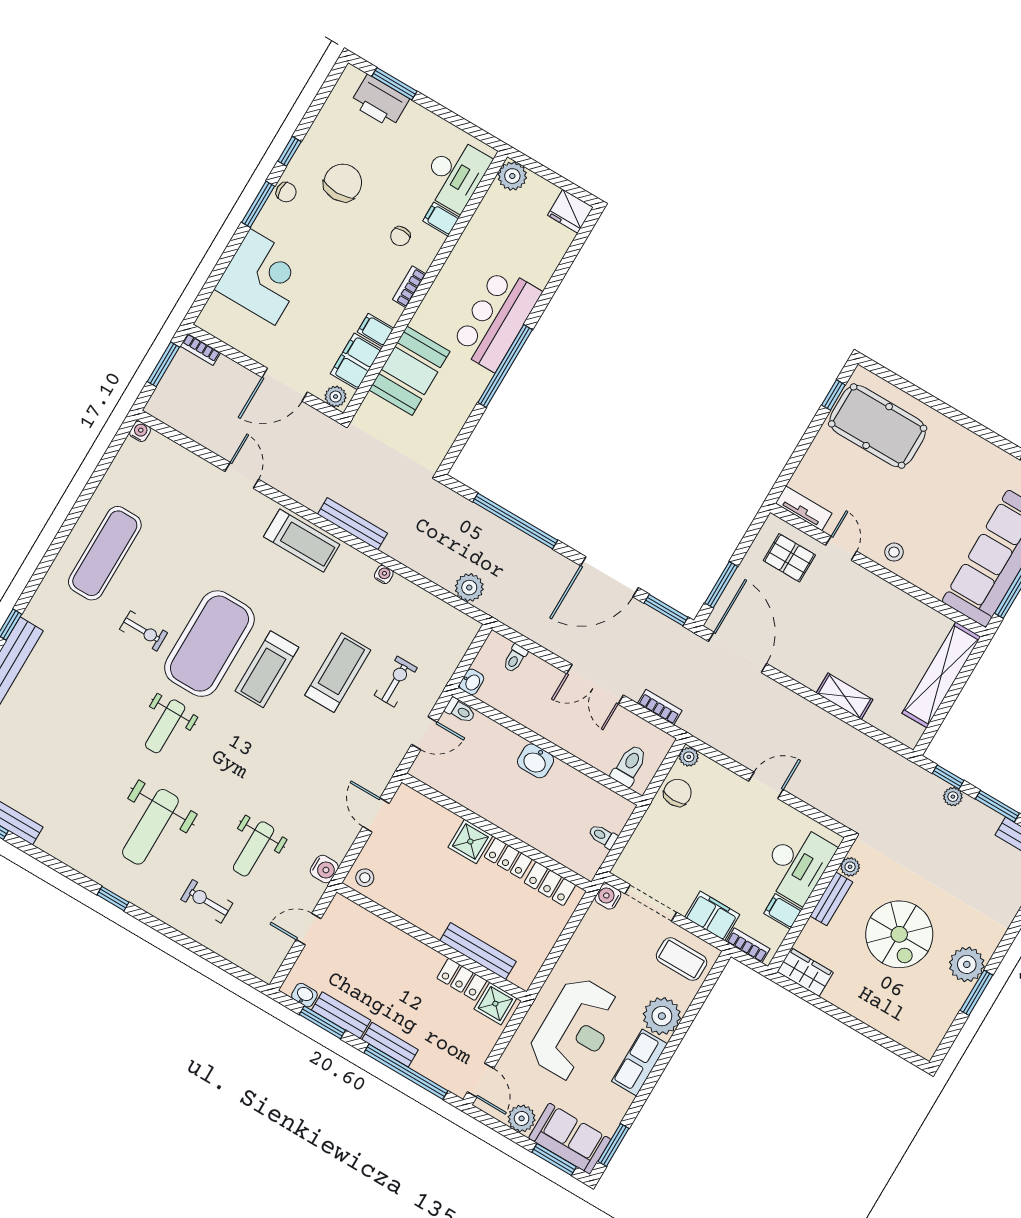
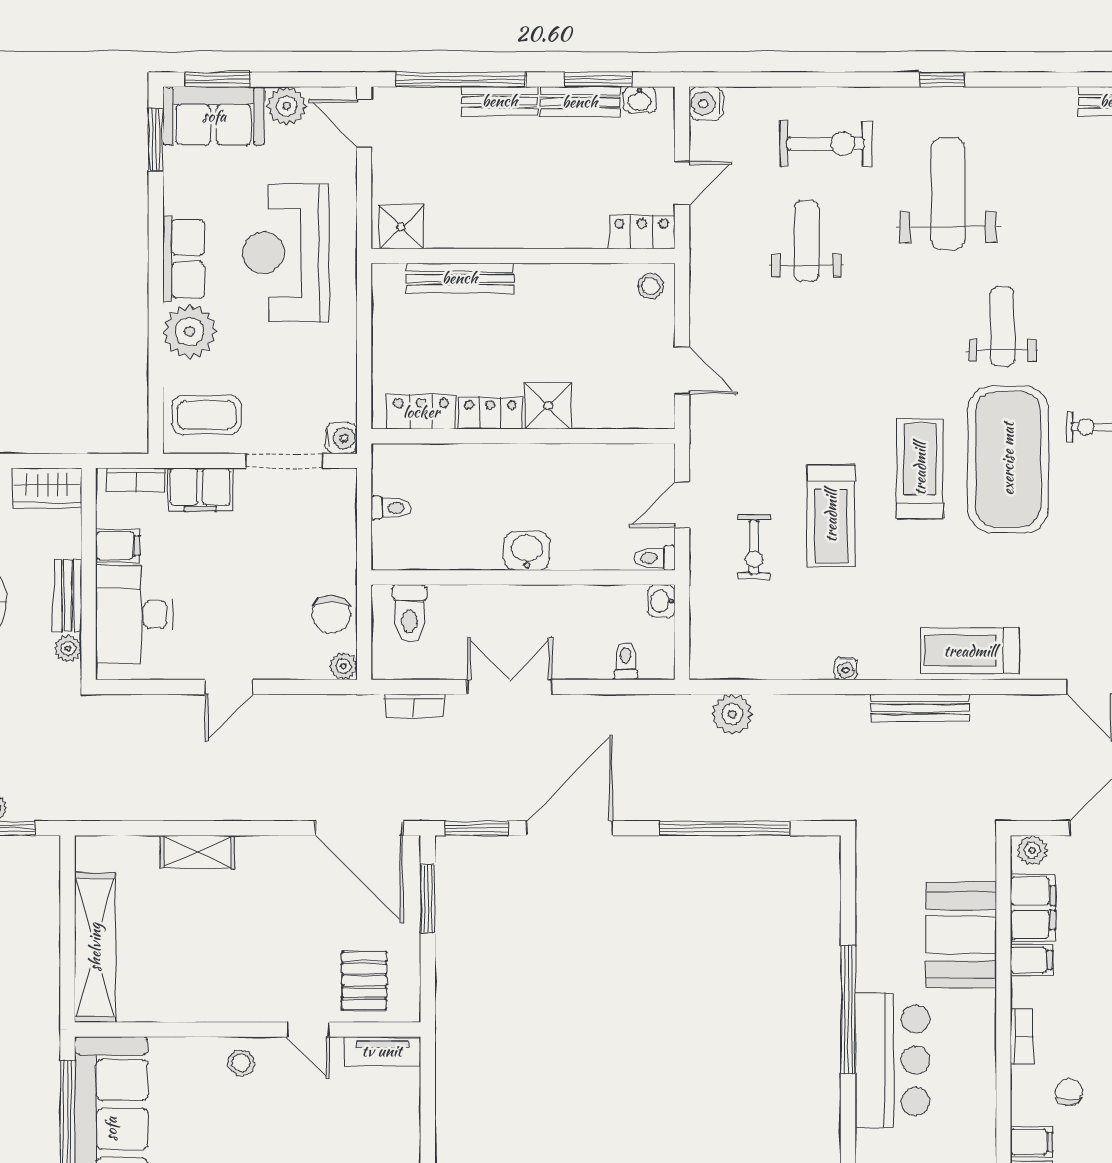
pallet: (789, 558) -> (364, 981), turned 90
water cooler: (324, 869) -> (706, 104), moved
exercise bike: (207, 901) -> (826, 144), width x1.38, depth x1.39
locker: (462, 979) -> (642, 232), moved

